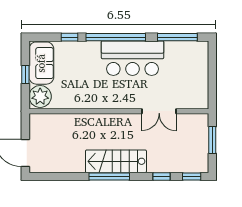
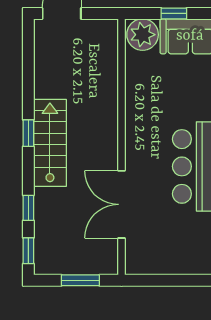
double door: (159, 111) -> (121, 204), width x1.37
window: (109, 176) -> (28, 133), width x0.46

